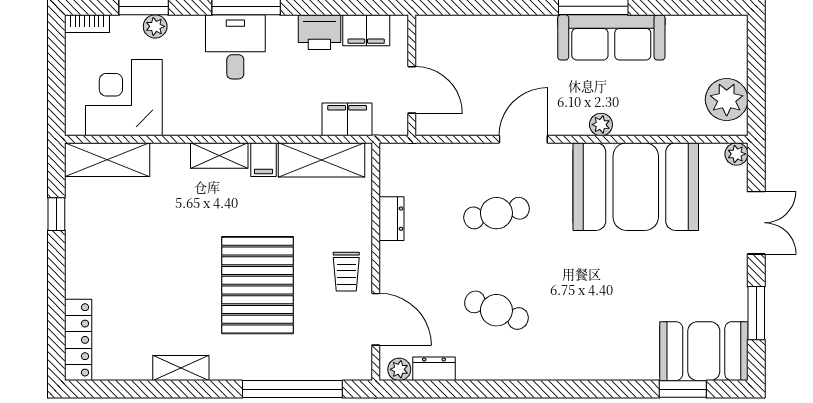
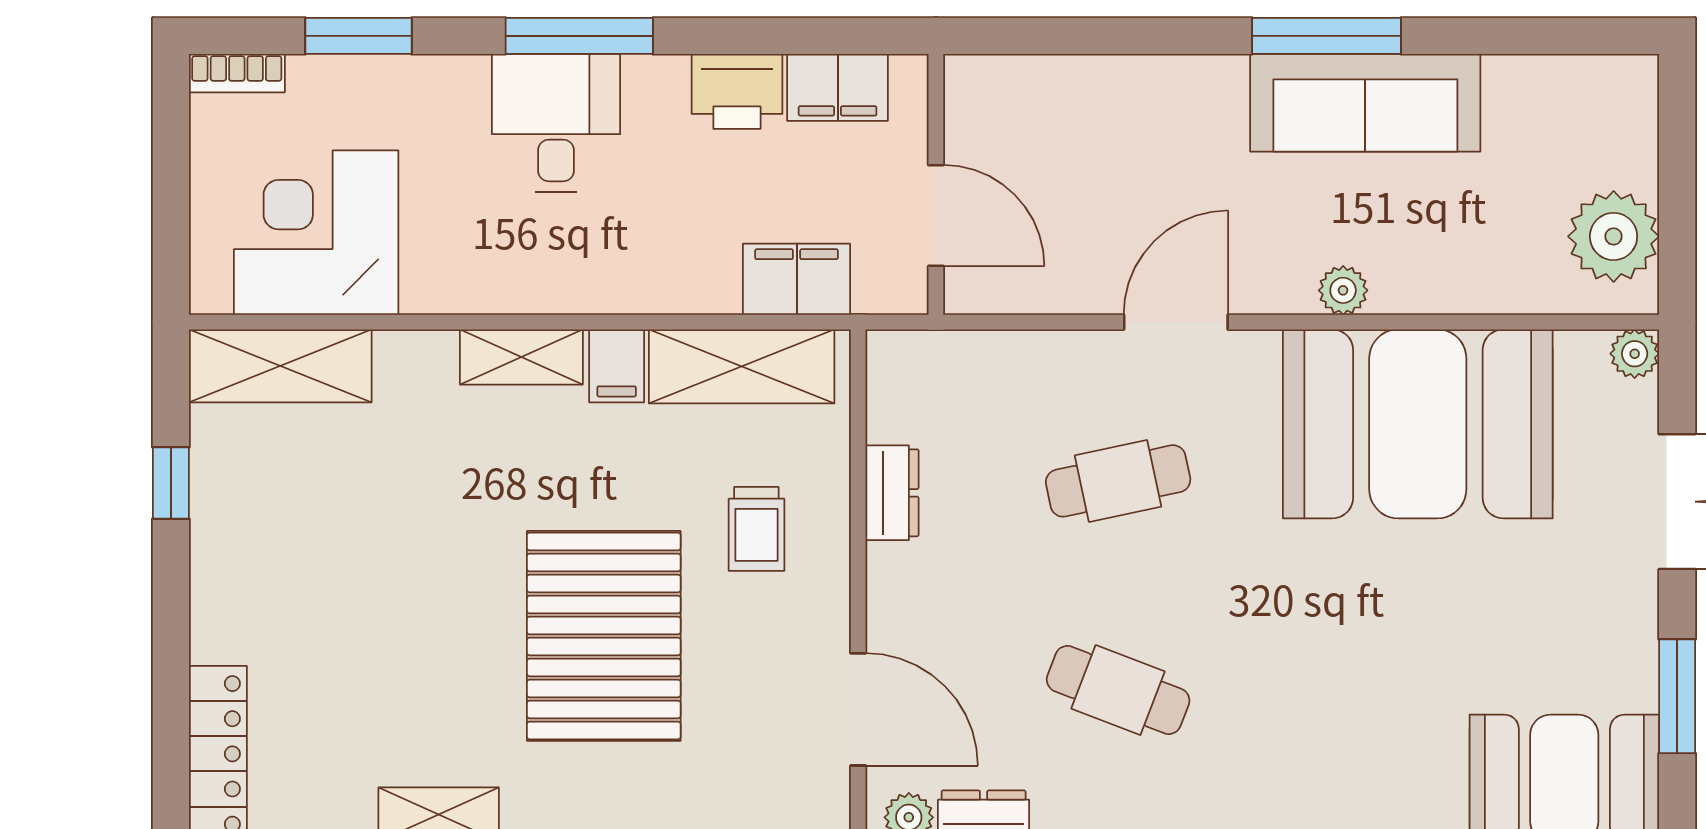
plant: (155, 26) -> (383, 79), removed
trolley: (346, 272) -> (756, 529), moved

